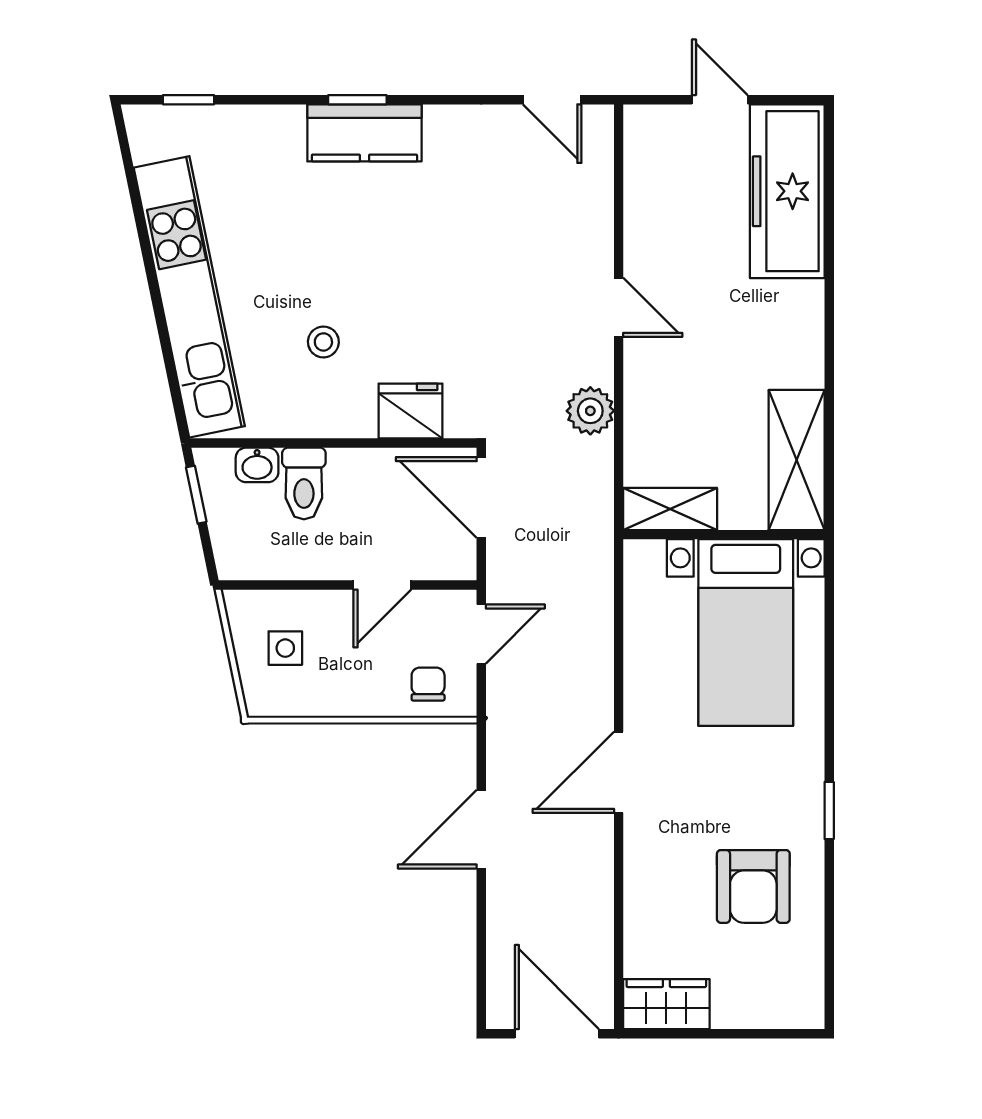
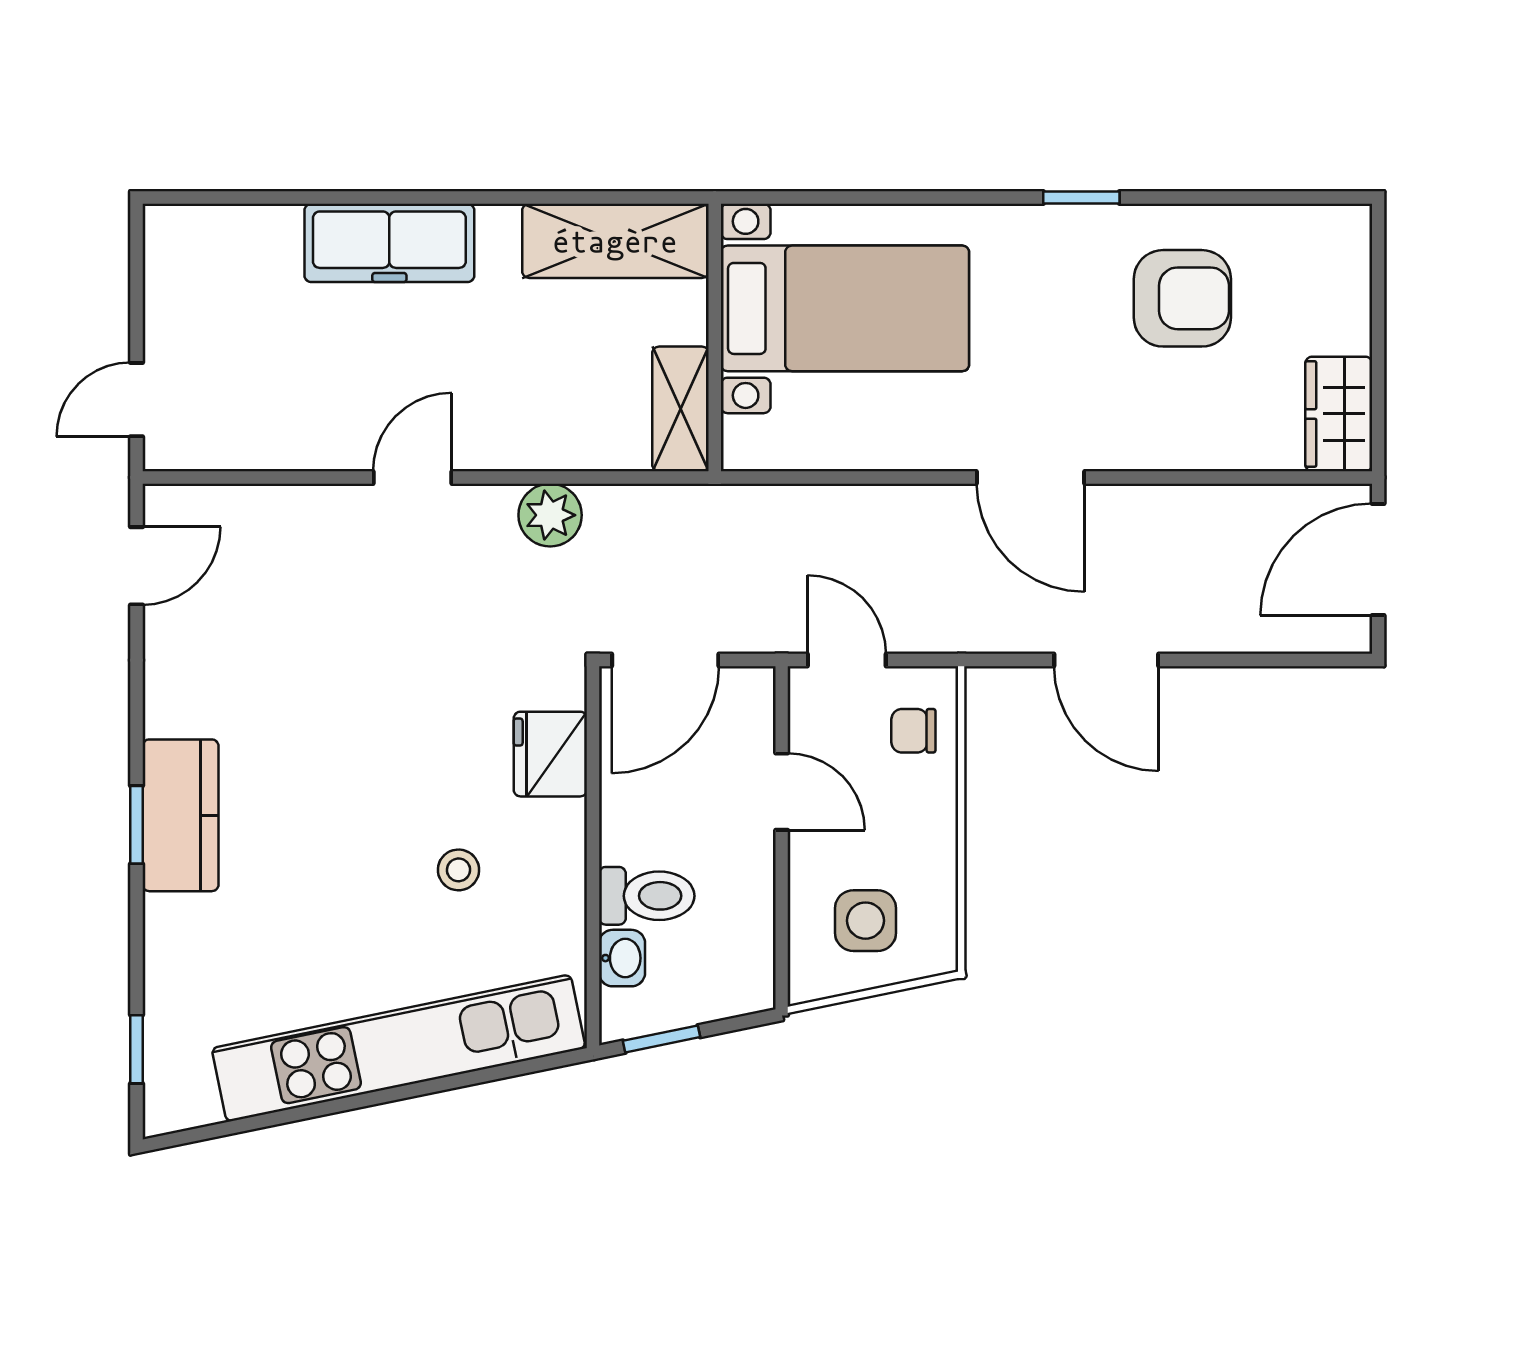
door: (720, 100) -> (136, 400), moved
freezer: (787, 191) -> (389, 243), moved, width x0.73, depth x0.79
side table: (285, 648) -> (865, 921), width x1.37, depth x1.37

